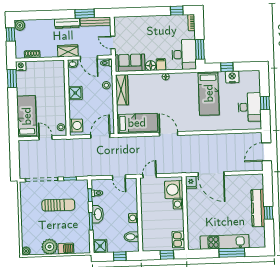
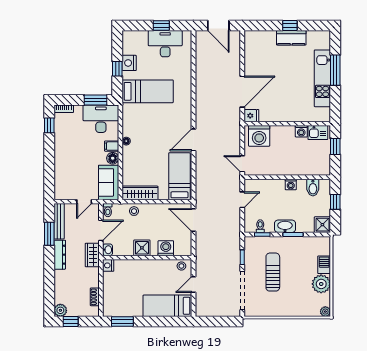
nightstand: (21, 66) -> (108, 265), moved
washing machine: (76, 125) -> (166, 248), moved
washing machine: (178, 204) -> (301, 131), moved
kitchen counter: (258, 208) -> (291, 38), width x0.67

